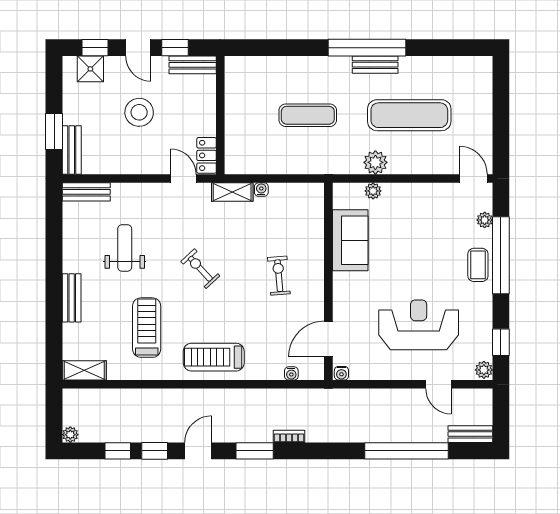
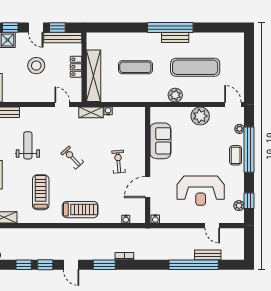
bench: (193, 65) -> (63, 38), width x1.36
shelving: (237, 130) -> (94, 76), added
locker: (207, 155) -> (76, 67), moved
plant: (373, 191) -> (200, 116), moved, width x1.87, depth x1.87
reception desk: (419, 325) -> (201, 191), turned 180
door: (328, 339) -> (148, 187), moved
treadmill: (214, 357) -> (80, 210), turned 180
plant: (484, 370) -> (239, 206), moved
bench: (470, 434) -> (208, 255), moved
door: (198, 451) -> (71, 265), swing flipped

